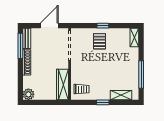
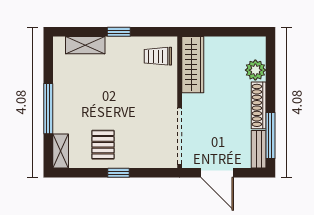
door: (49, 26) -> (217, 173), hinge flipped
pallet: (100, 41) -> (103, 145), moved
window: (141, 75) -> (48, 109), moved
plant: (28, 94) -> (255, 70), moved

